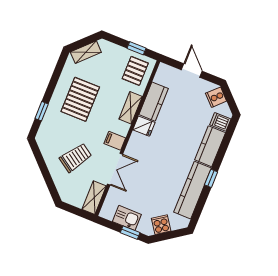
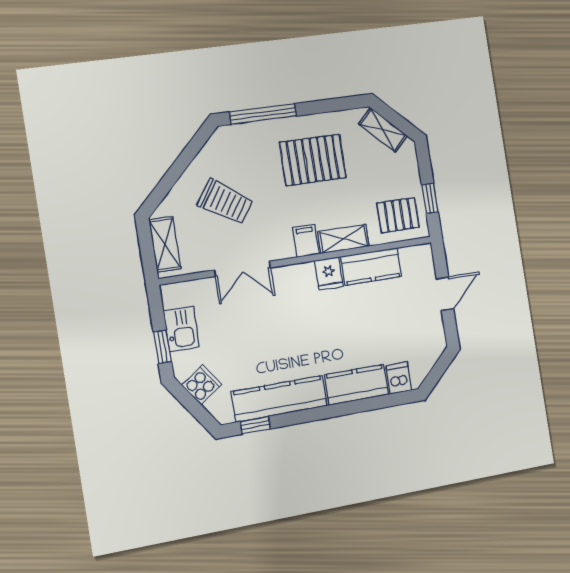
cooker: (216, 97) -> (429, 351), removed
window: (42, 111) -> (263, 114), width x2.17
filing cabinet: (115, 141) -> (306, 241), moved
window: (211, 178) -> (255, 425), moved
shelving: (94, 198) -> (165, 244), moved, turned 90

